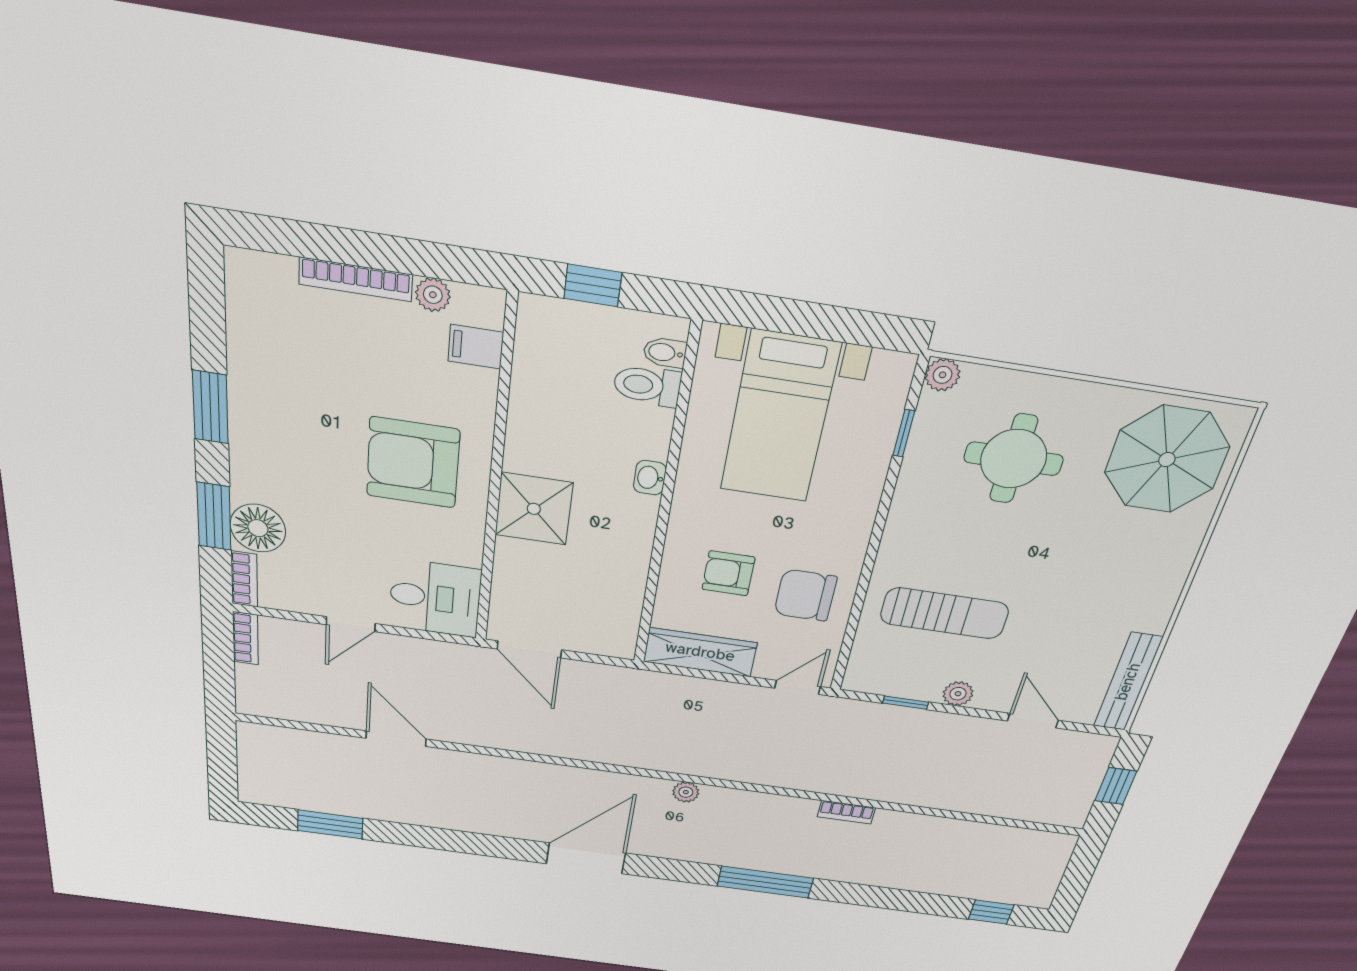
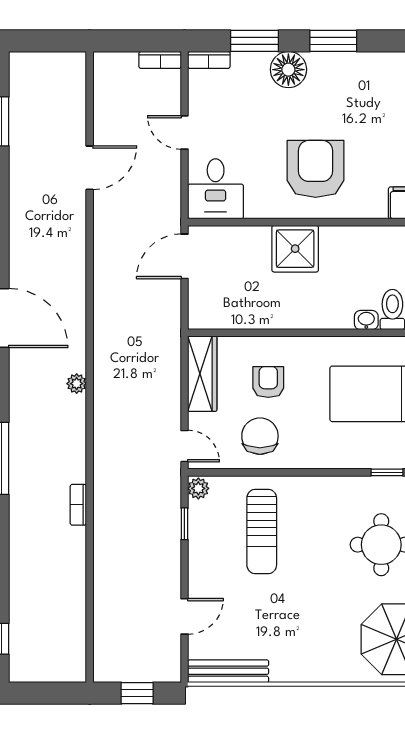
washbasin: (650, 478) -> (366, 320), moved
floor lamp: (258, 528) -> (288, 70), moved
plant: (958, 694) -> (198, 488), moved

